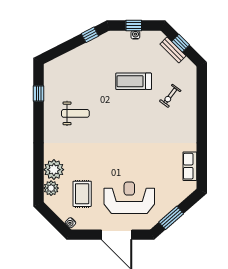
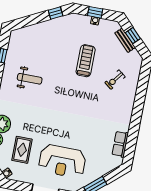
treadmill: (134, 81) -> (86, 61), turned 90
reception desk: (129, 198) -> (62, 161), turned 180

